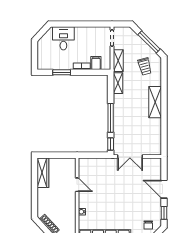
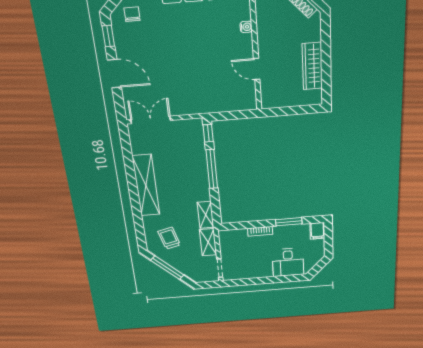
filing cabinet: (96, 63) -> (317, 231), moved
shelving: (155, 102) -> (146, 185), width x1.47
double door: (130, 157) -> (151, 120), moved
wardrobe: (43, 173) -> (312, 66), moved

